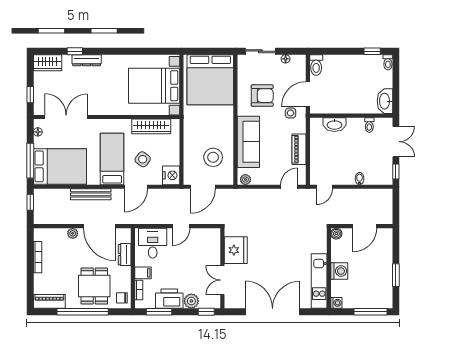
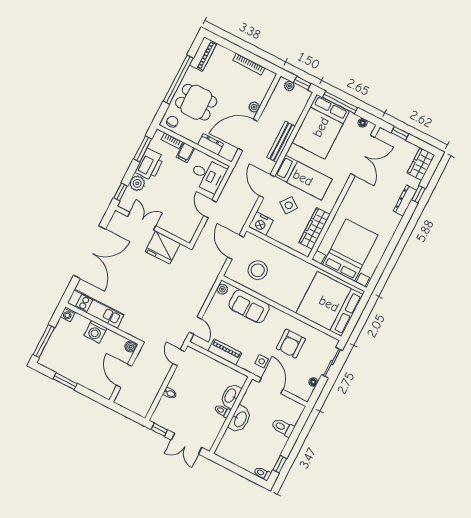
toilet: (316, 65) -> (283, 427), moved
washbasin: (385, 101) -> (240, 419), moved, turned 90
toilet: (369, 125) -> (222, 411), moved
sofa: (248, 142) -> (249, 306), width x0.73
plant: (38, 212) -> (289, 86), added

